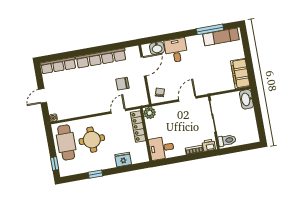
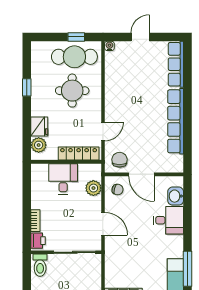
door: (144, 66) -> (141, 174), moved
chair: (122, 84) -> (120, 160), moved
door: (43, 96) -> (140, 37), hinge flipped
door: (118, 111) -> (103, 131), hinge flipped
plant: (150, 113) -> (93, 188), moved
desk: (162, 148) -> (63, 179), moved
plant: (137, 158) -> (39, 145), added
window: (55, 164) -> (76, 37), moved

